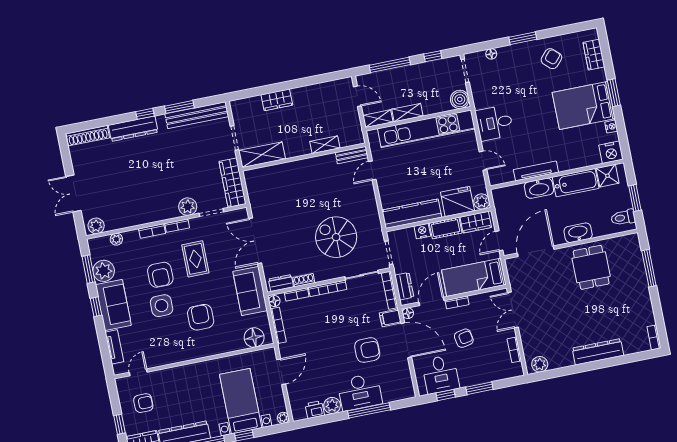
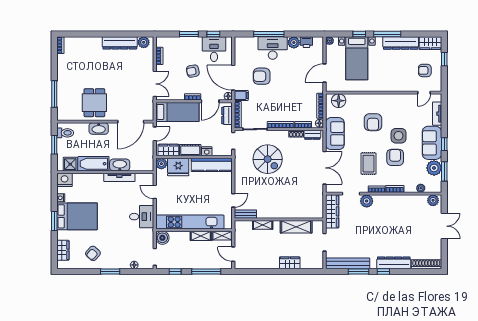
shelving: (262, 155) -> (296, 227), moved
dresser: (598, 352) -> (120, 43), moved

